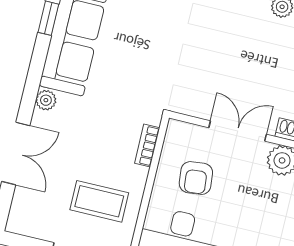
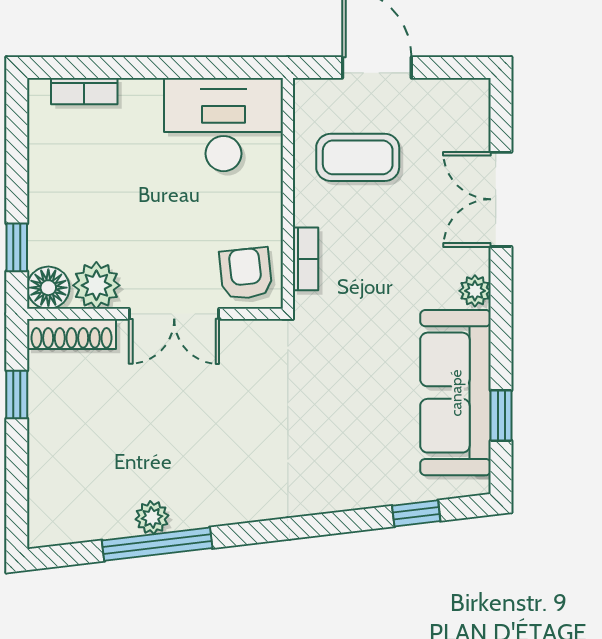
armchair: (196, 178) -> (246, 274), moved

